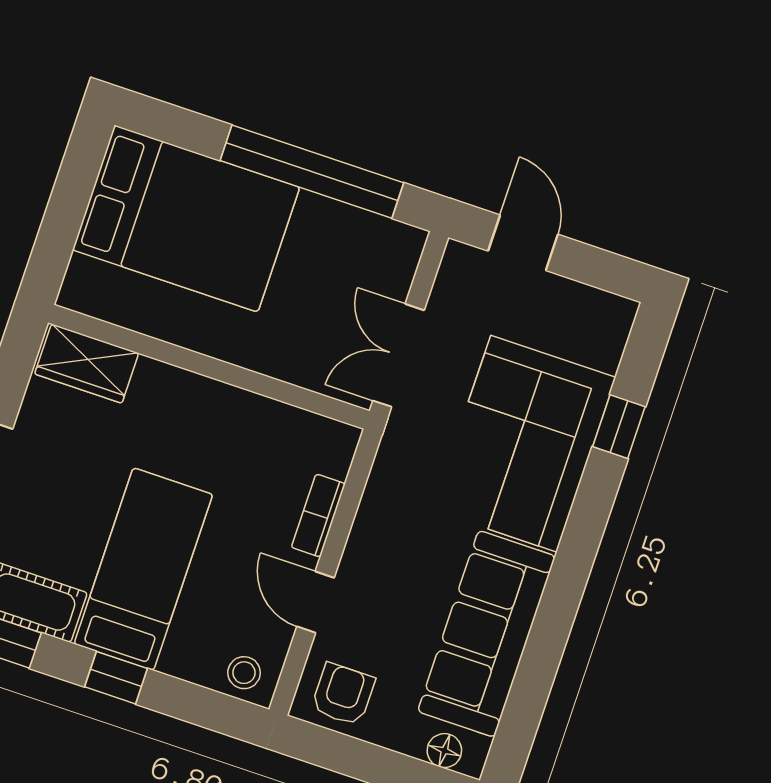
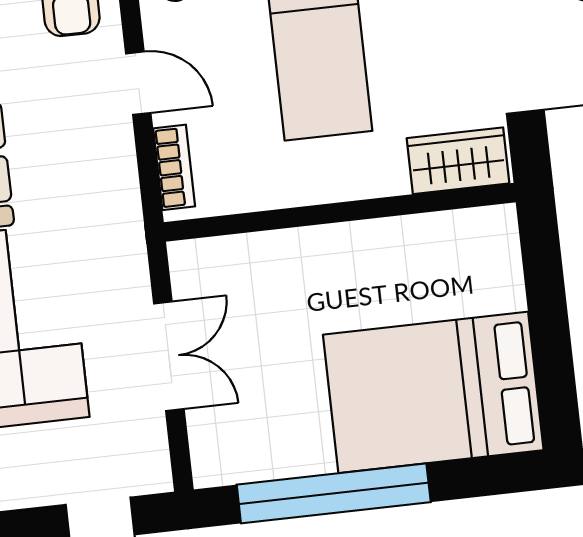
wardrobe: (87, 364) -> (458, 161), moved
wall: (209, 367) -> (340, 212), moved

